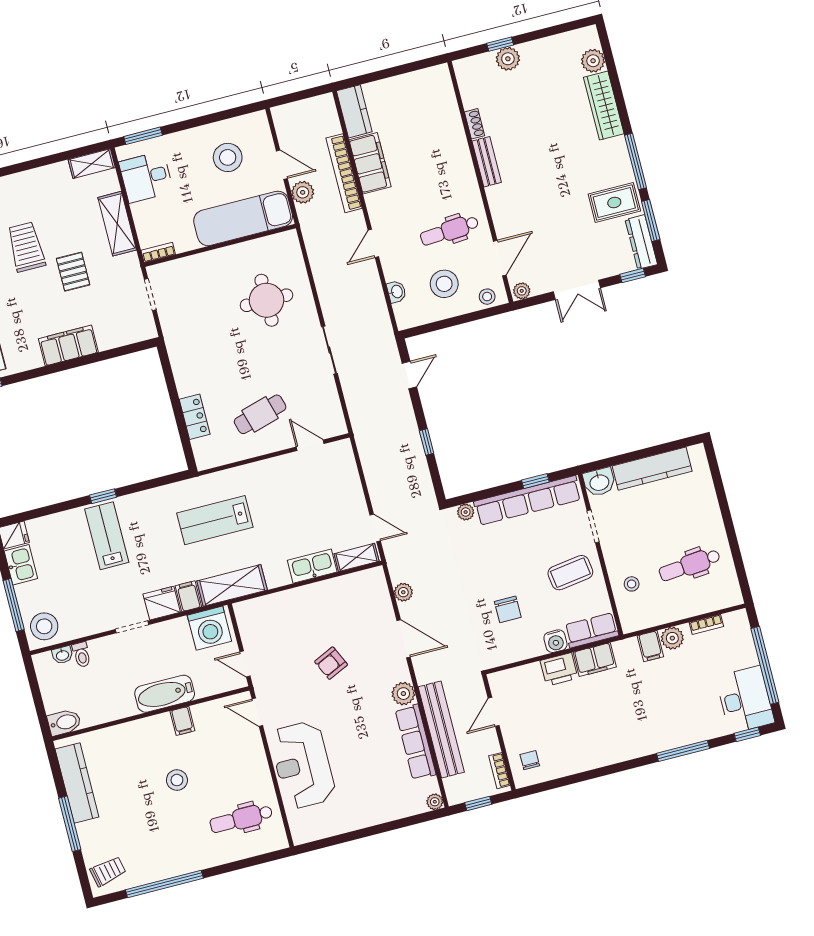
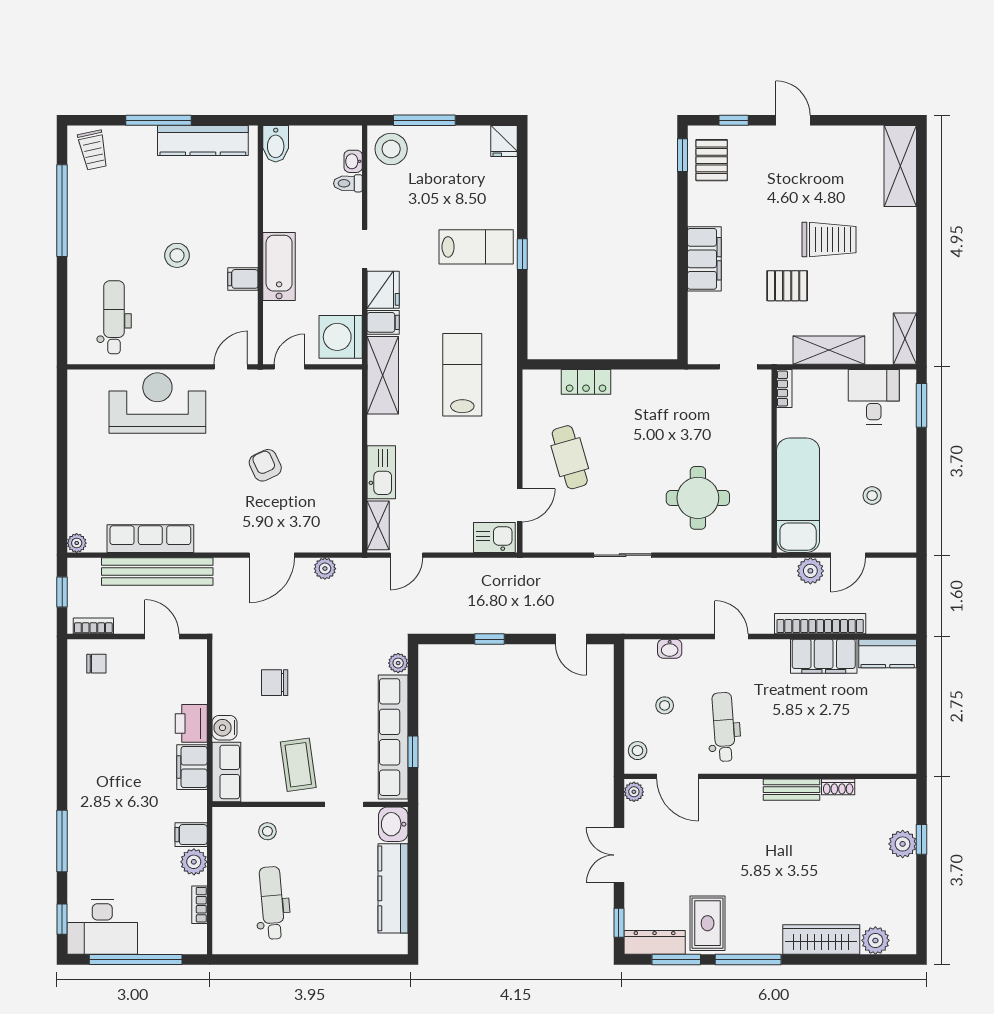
stool: (228, 157) -> (872, 496), width x0.53, depth x0.53
stool: (444, 284) -> (665, 705), width x0.53, depth x0.53
kitchen sink: (21, 565) -> (494, 538), moved, turned 180
plant: (403, 694) -> (209, 539), removed

